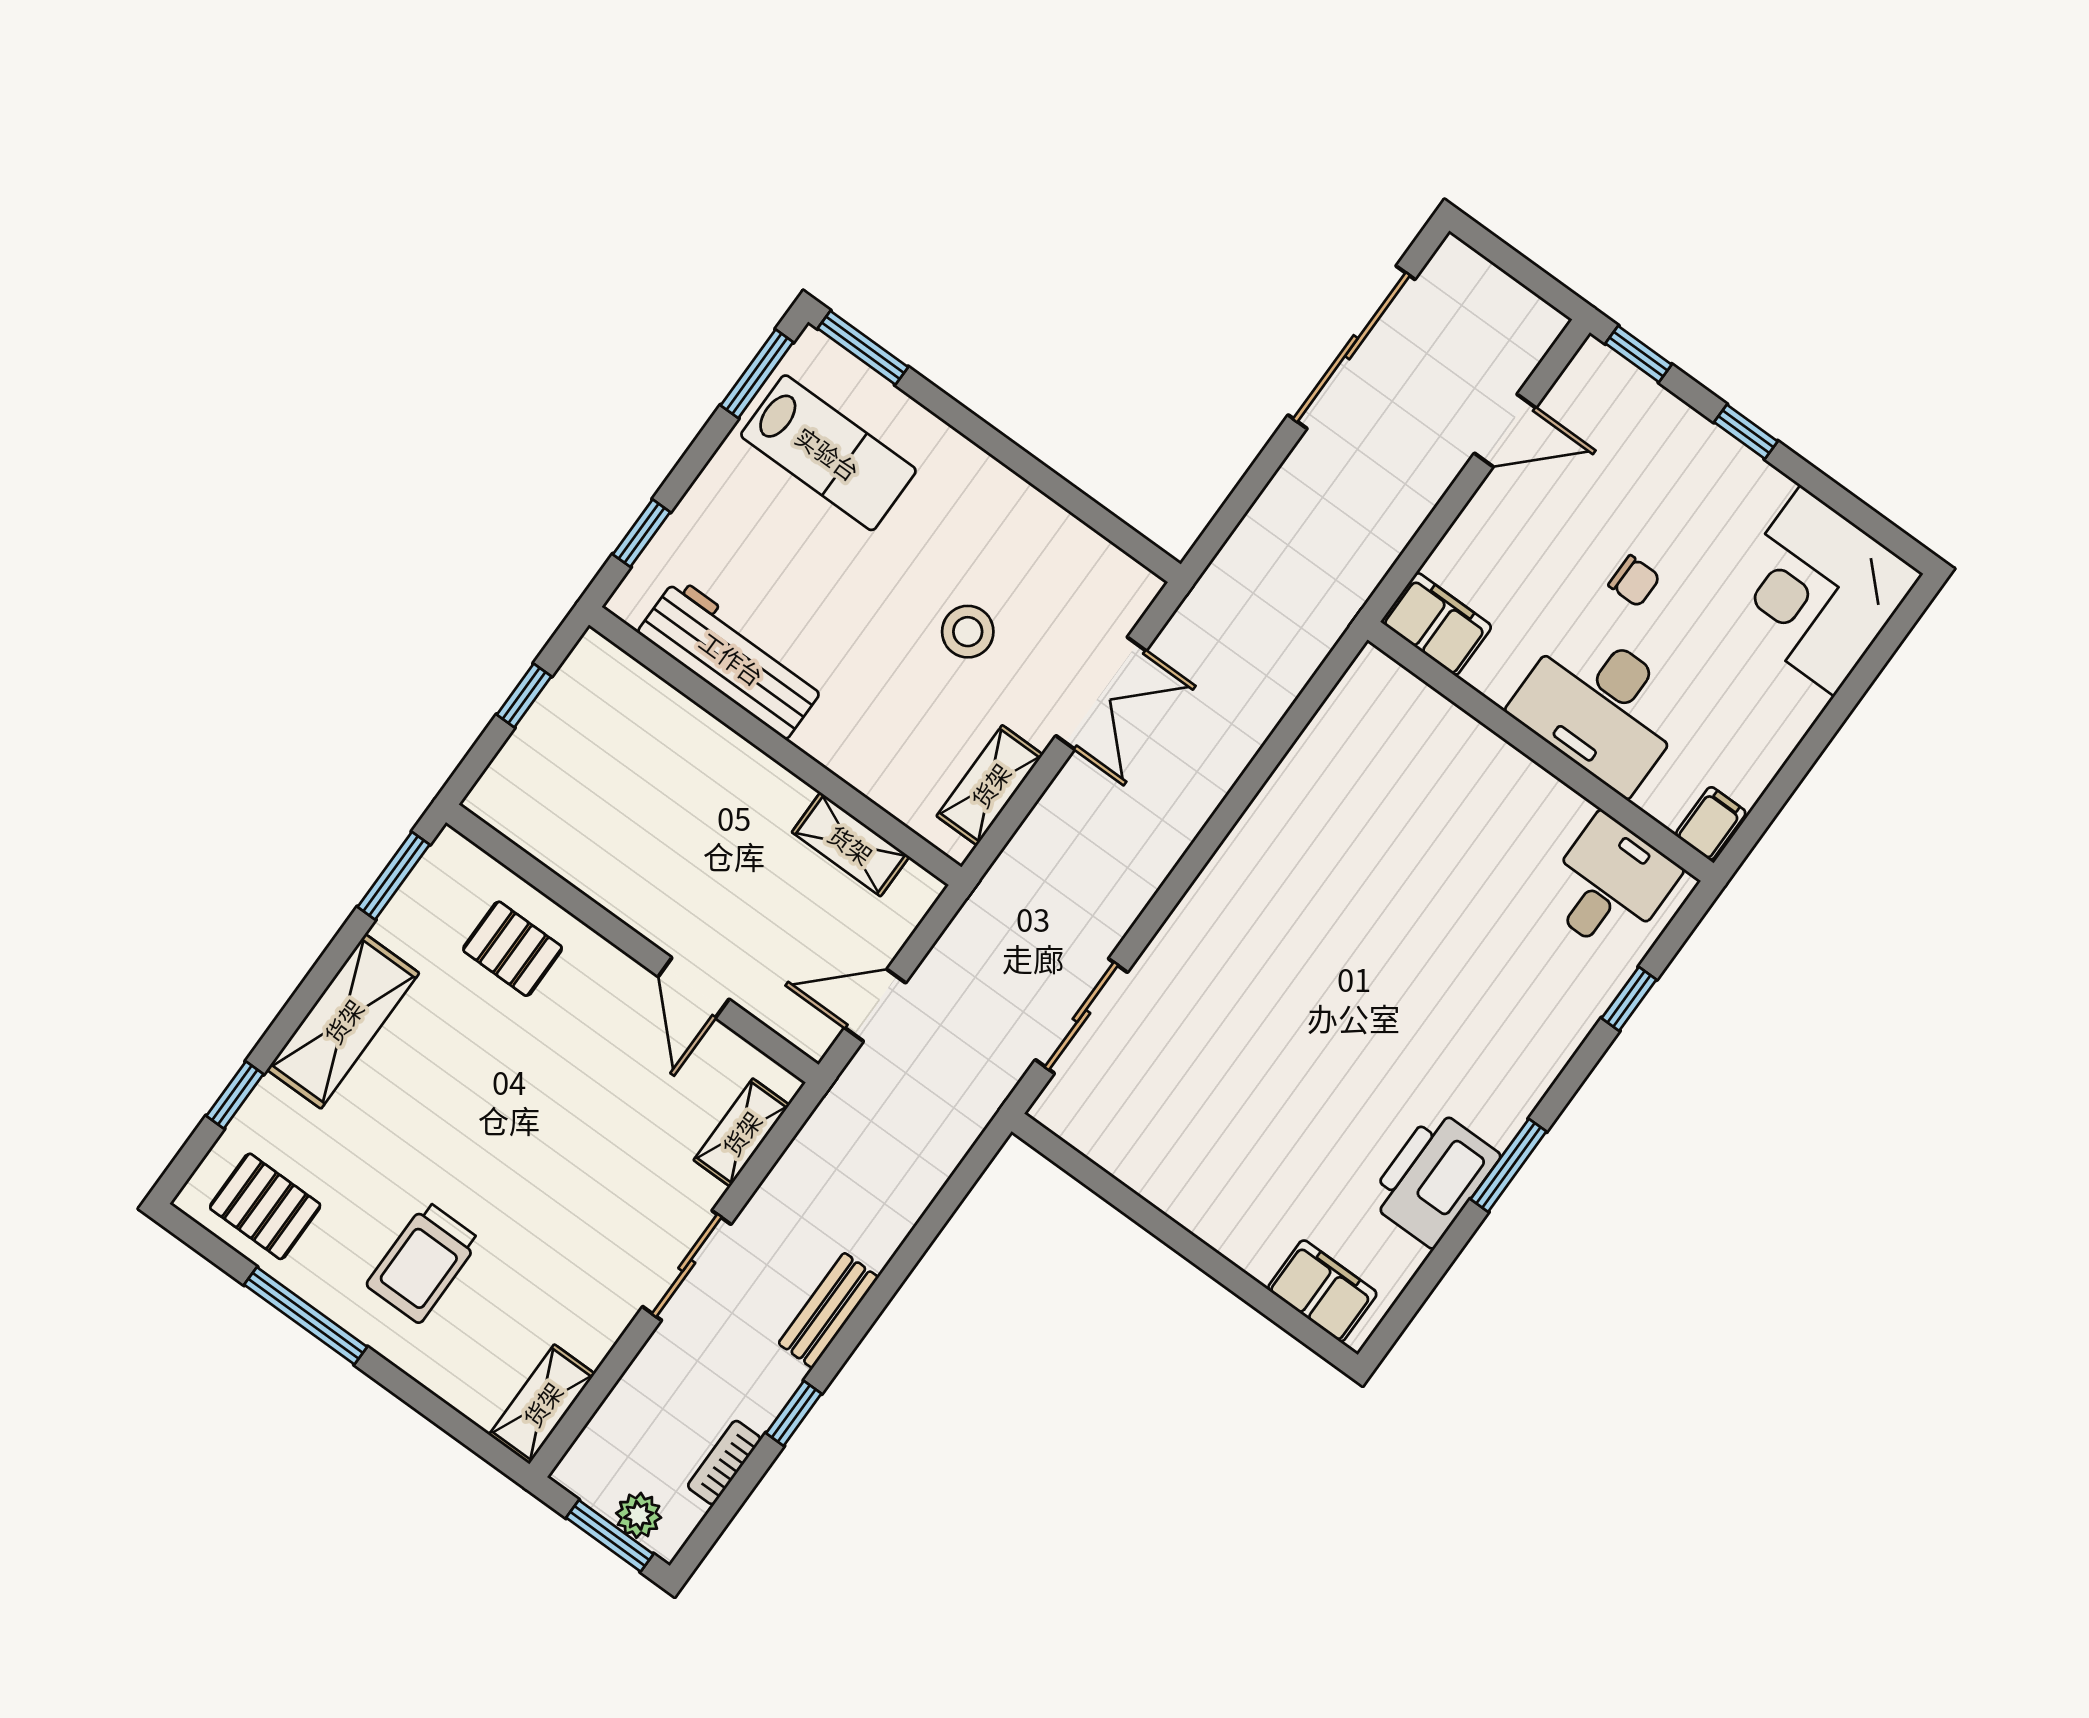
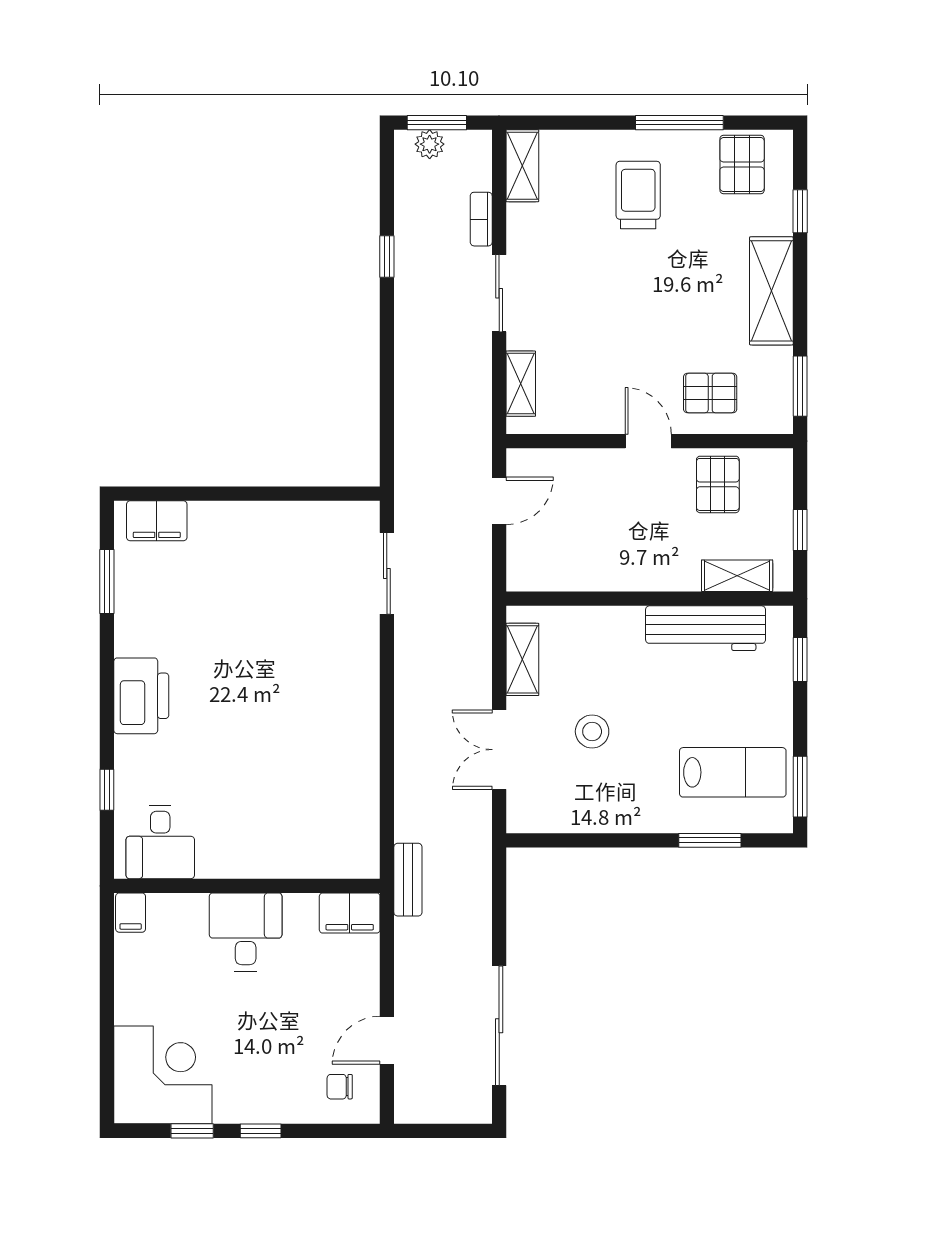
window: (863, 348) -> (710, 840), moved
window: (1639, 354) -> (192, 1131), moved
lab bench: (828, 453) -> (733, 772), turned 180
chair: (1634, 581) -> (340, 1087), moved
desk: (1601, 707) -> (246, 932), width x0.73
pallet: (586, 827) -> (718, 484), added
shelving: (851, 844) -> (737, 576), moved
door: (694, 988) -> (648, 441), moved
window: (1508, 1165) -> (107, 581), moved
printer: (1434, 1178) -> (141, 696), moved
pallet: (265, 1206) -> (742, 164), turned 90
bench: (828, 1310) -> (408, 880), moved
bookcase: (724, 1463) -> (481, 219), moved, turned 180

